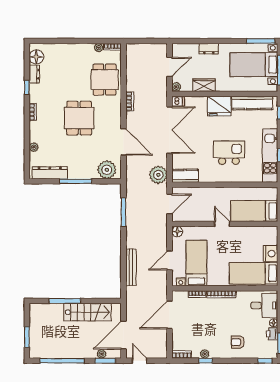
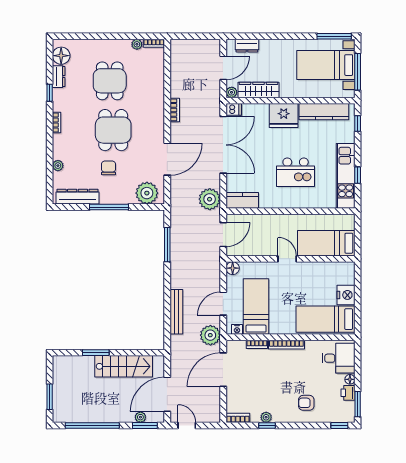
dresser: (209, 49) -> (247, 46), moved
dining table: (105, 80) -> (110, 81), moved
wardrobe: (204, 85) -> (258, 90), width x1.50
door: (124, 142) -> (167, 159), hinge flipped
chair: (75, 149) -> (108, 168), added
kitchen island: (229, 153) -> (296, 172), turned 180
plant: (159, 287) -> (210, 335), added
window: (65, 301) -> (96, 353), width x0.69

